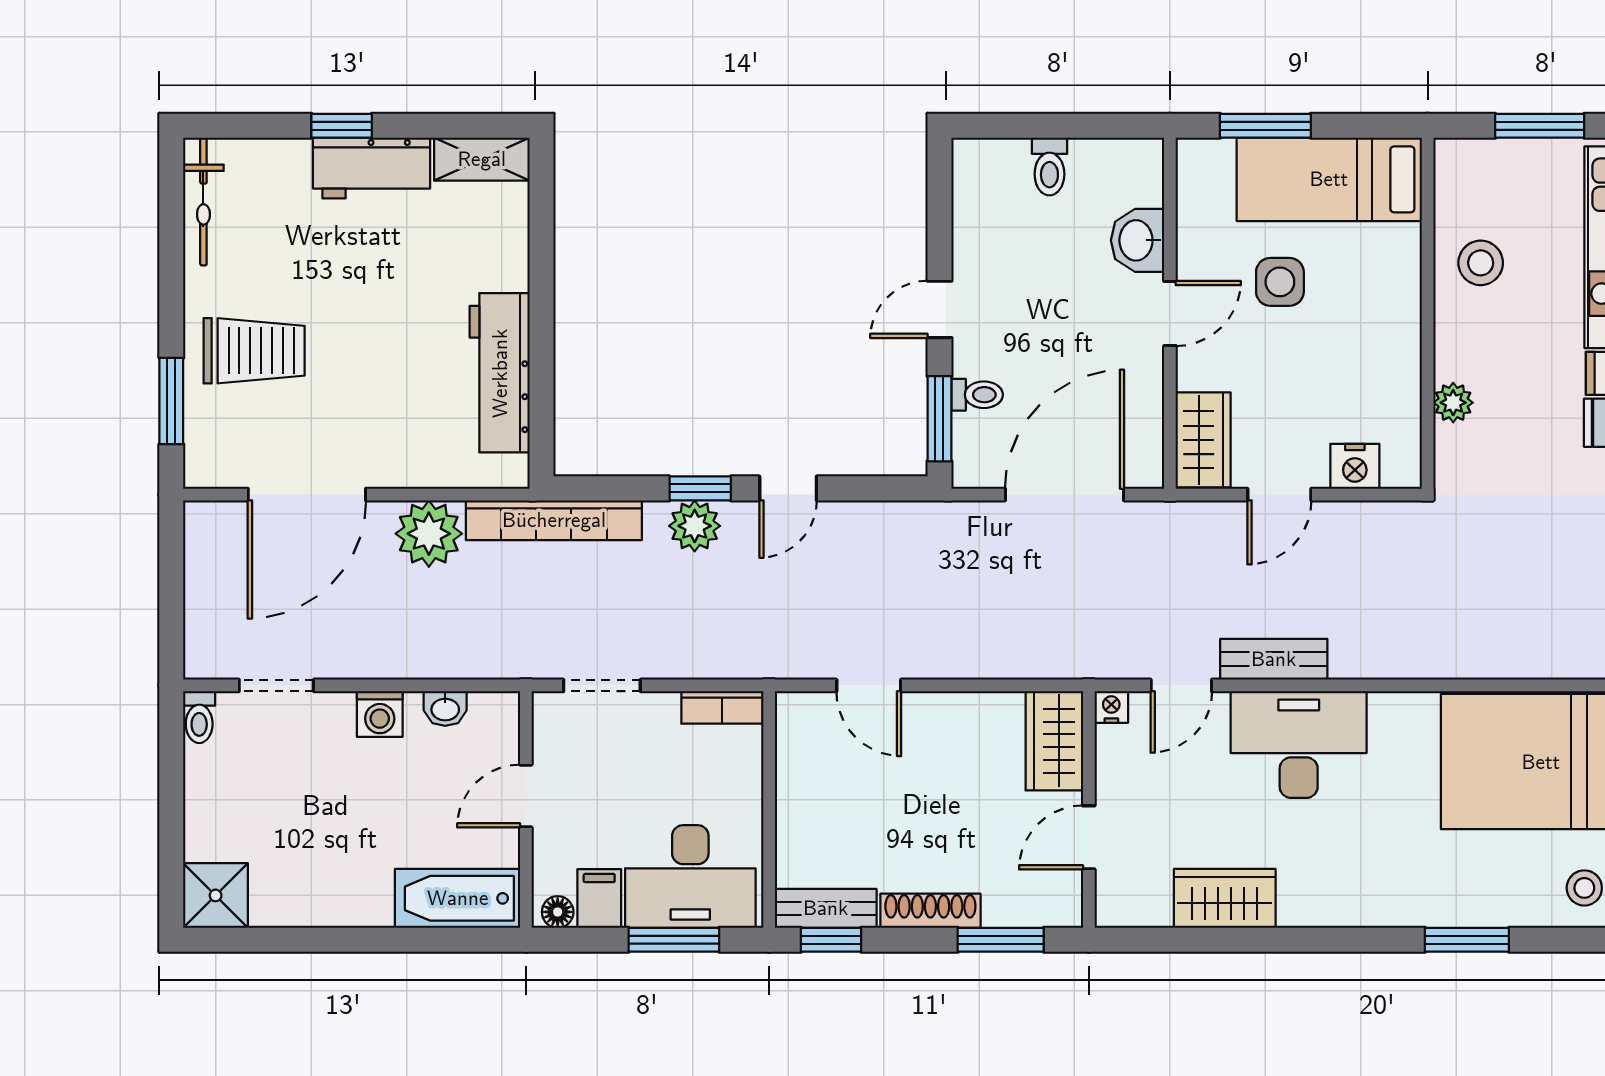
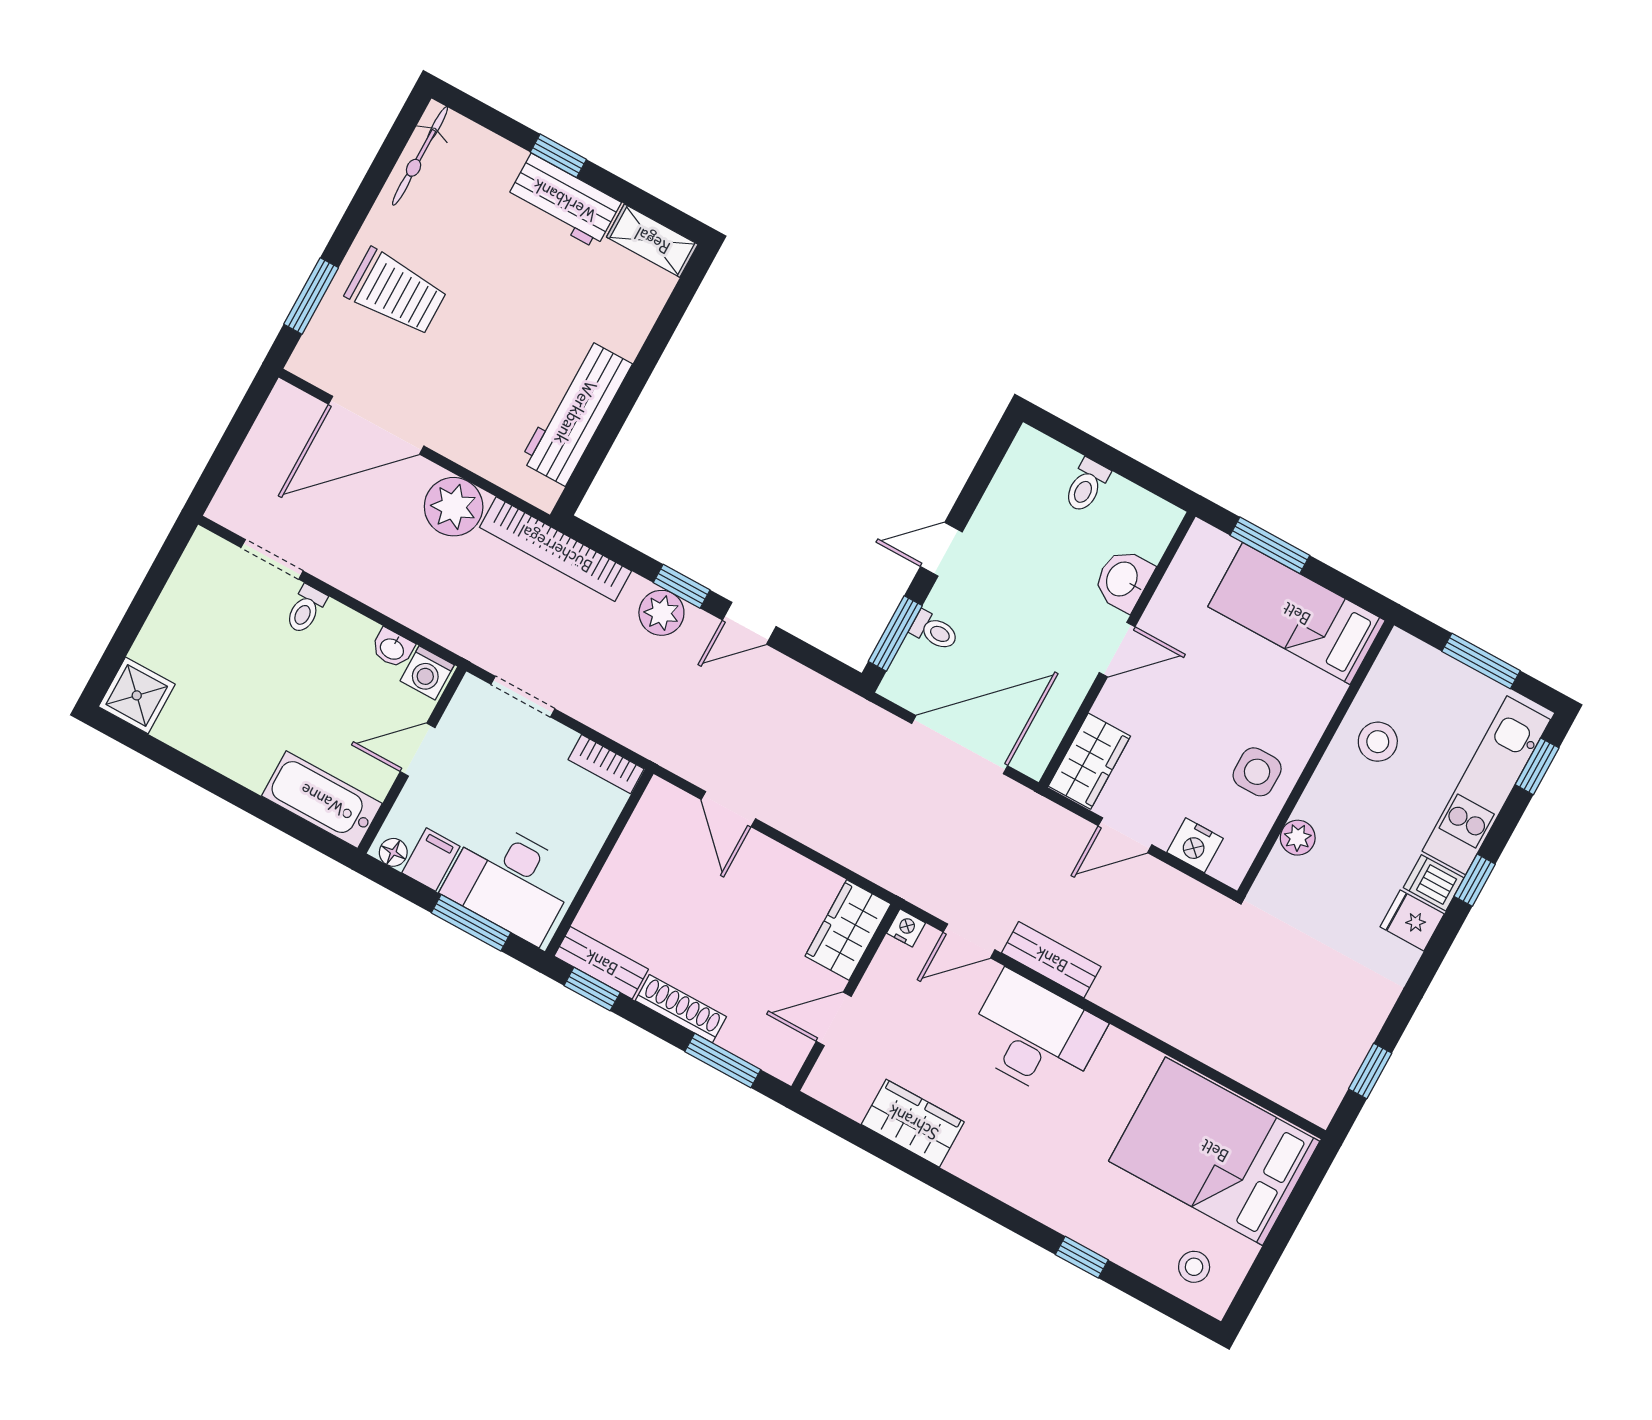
side table: (1280, 282) -> (1257, 772), moved
washing machine: (380, 714) -> (427, 673), moved
toilet: (199, 717) -> (306, 609), moved
window: (1467, 940) -> (1082, 1257), width x0.67

